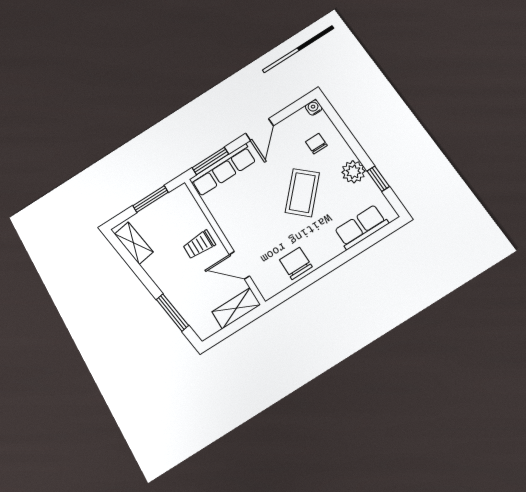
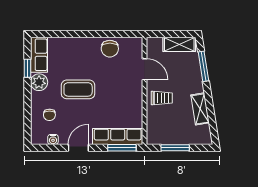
water cooler: (314, 107) -> (53, 139), moved
coffee table: (302, 193) -> (78, 89), turned 47
row of seats: (361, 227) -> (39, 55), moved, turned -90
shelving: (134, 243) -> (200, 109), moved
shelving: (236, 308) -> (179, 44), moved

